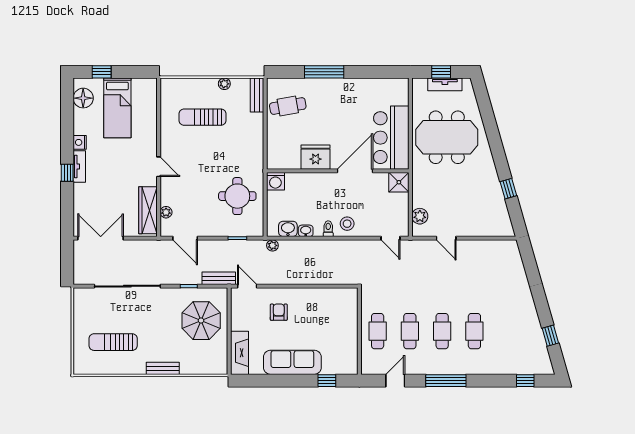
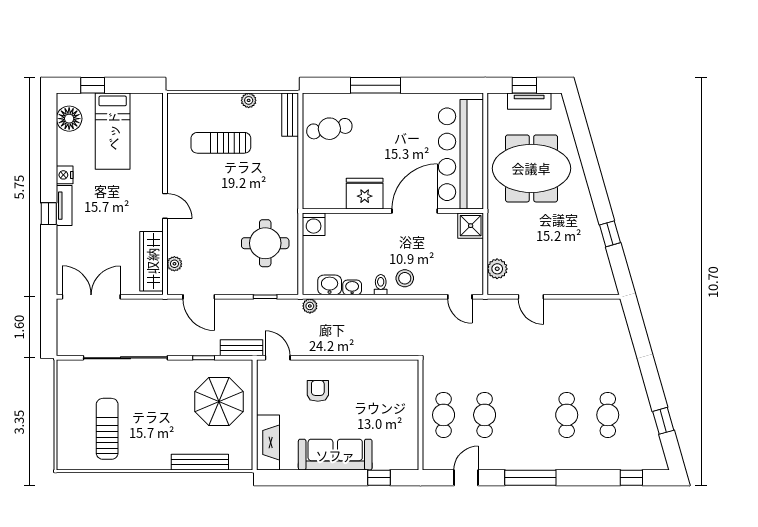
bar counter: (391, 138) -> (461, 154), width x1.36
cafe table: (442, 331) -> (608, 415), moved
sun lounger: (113, 342) -> (107, 429), turned 90
bench: (163, 368) -> (200, 462), moved, width x1.36

